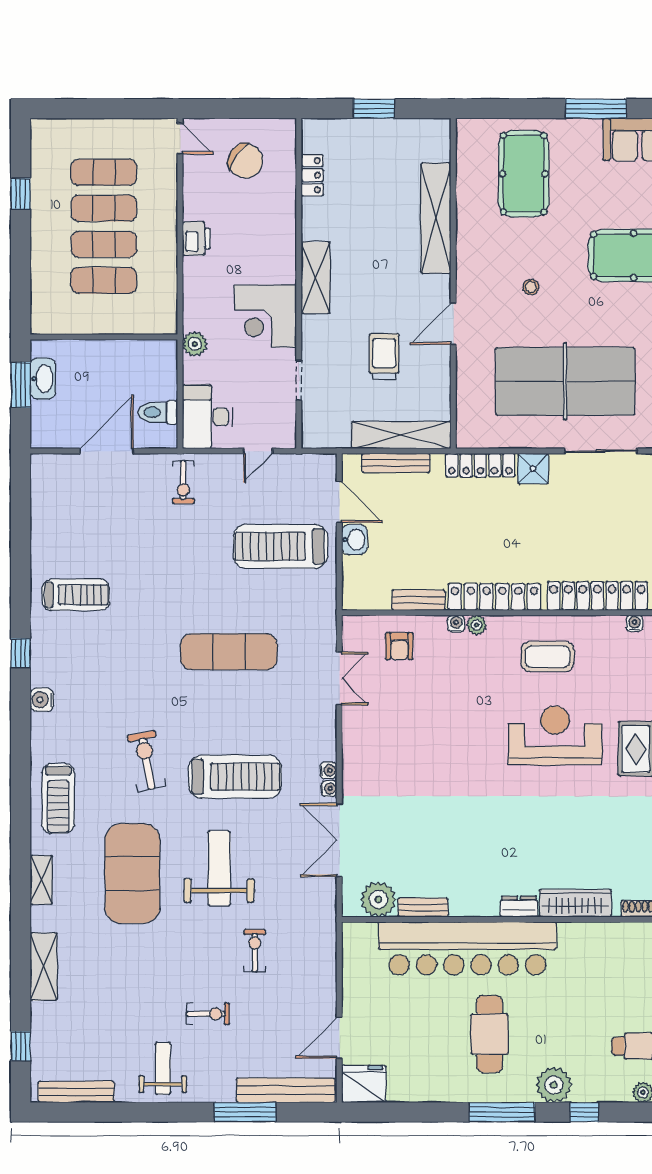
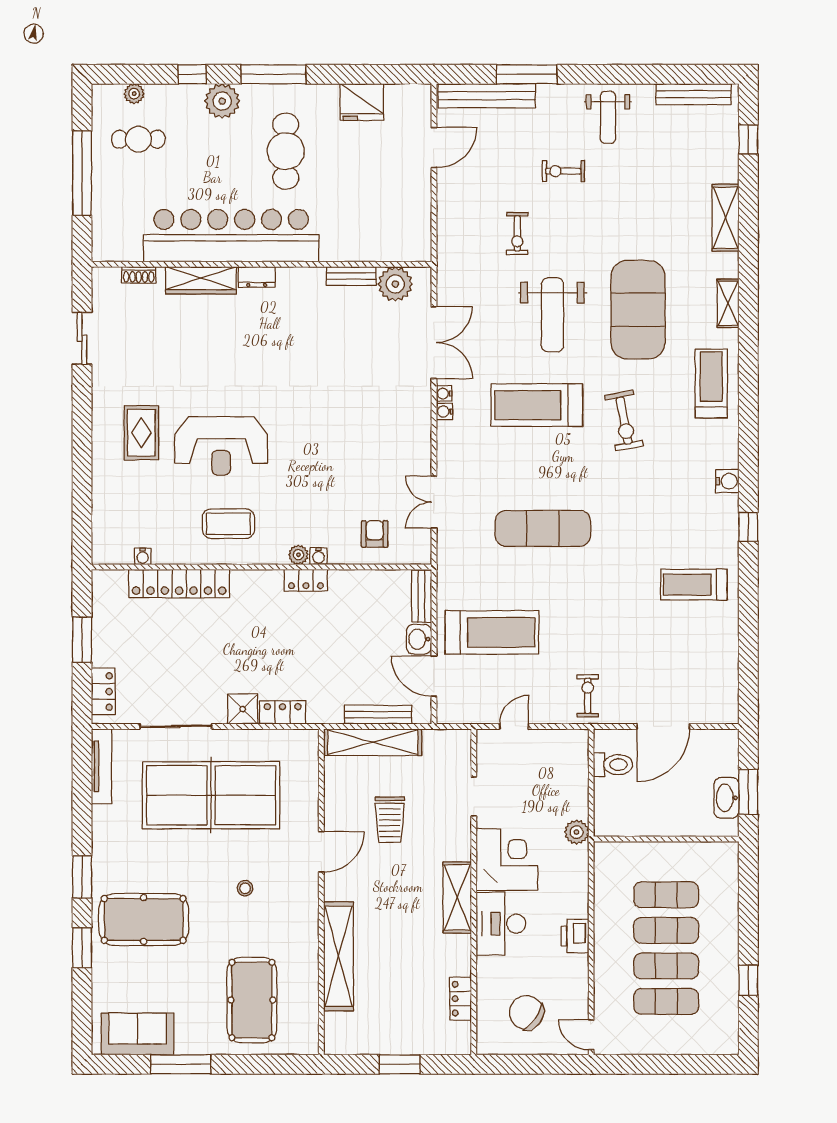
desk: (207, 417) -> (501, 924), moved, turned 180
locker: (480, 465) -> (283, 712), width x0.66
locker: (494, 597) -> (306, 580), width x0.46, depth x0.83
bench: (419, 600) -> (422, 596), moved, turned 90
bar counter: (467, 948) -> (231, 236), moved
fridge: (364, 1084) -> (362, 102), moved

